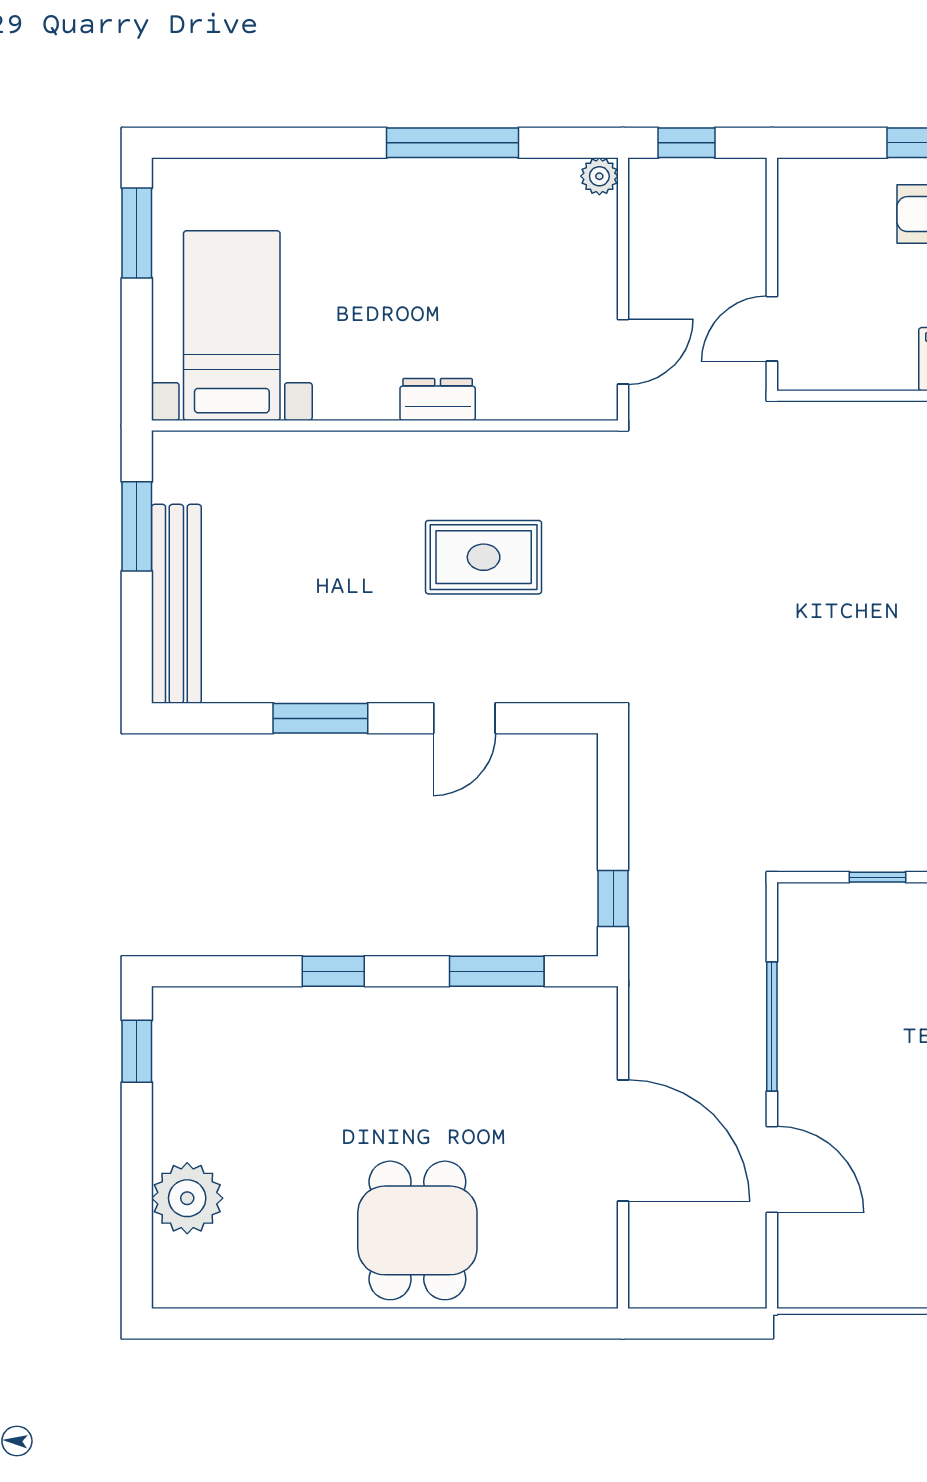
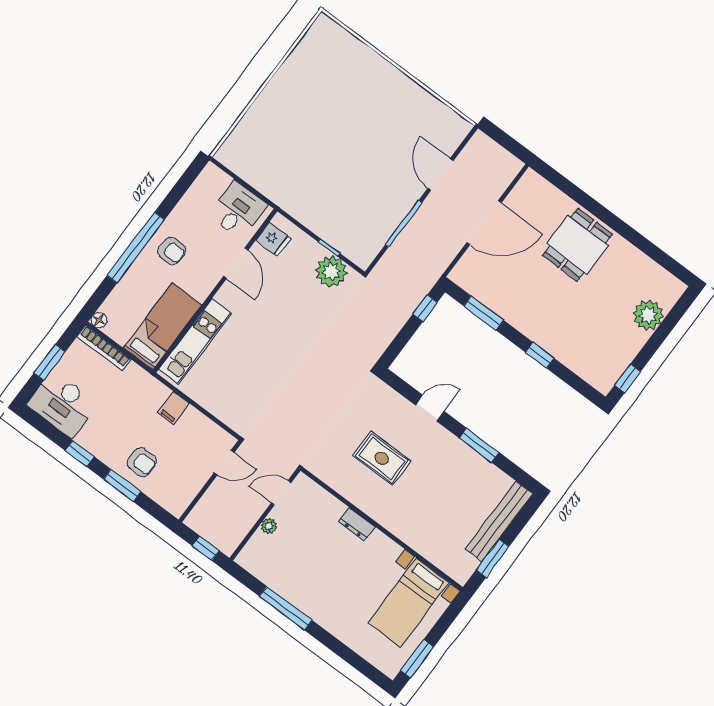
plant: (599, 176) -> (269, 526), moved
plant: (840, 835) -> (331, 272), added
door: (623, 1140) -> (484, 223), swing flipped

